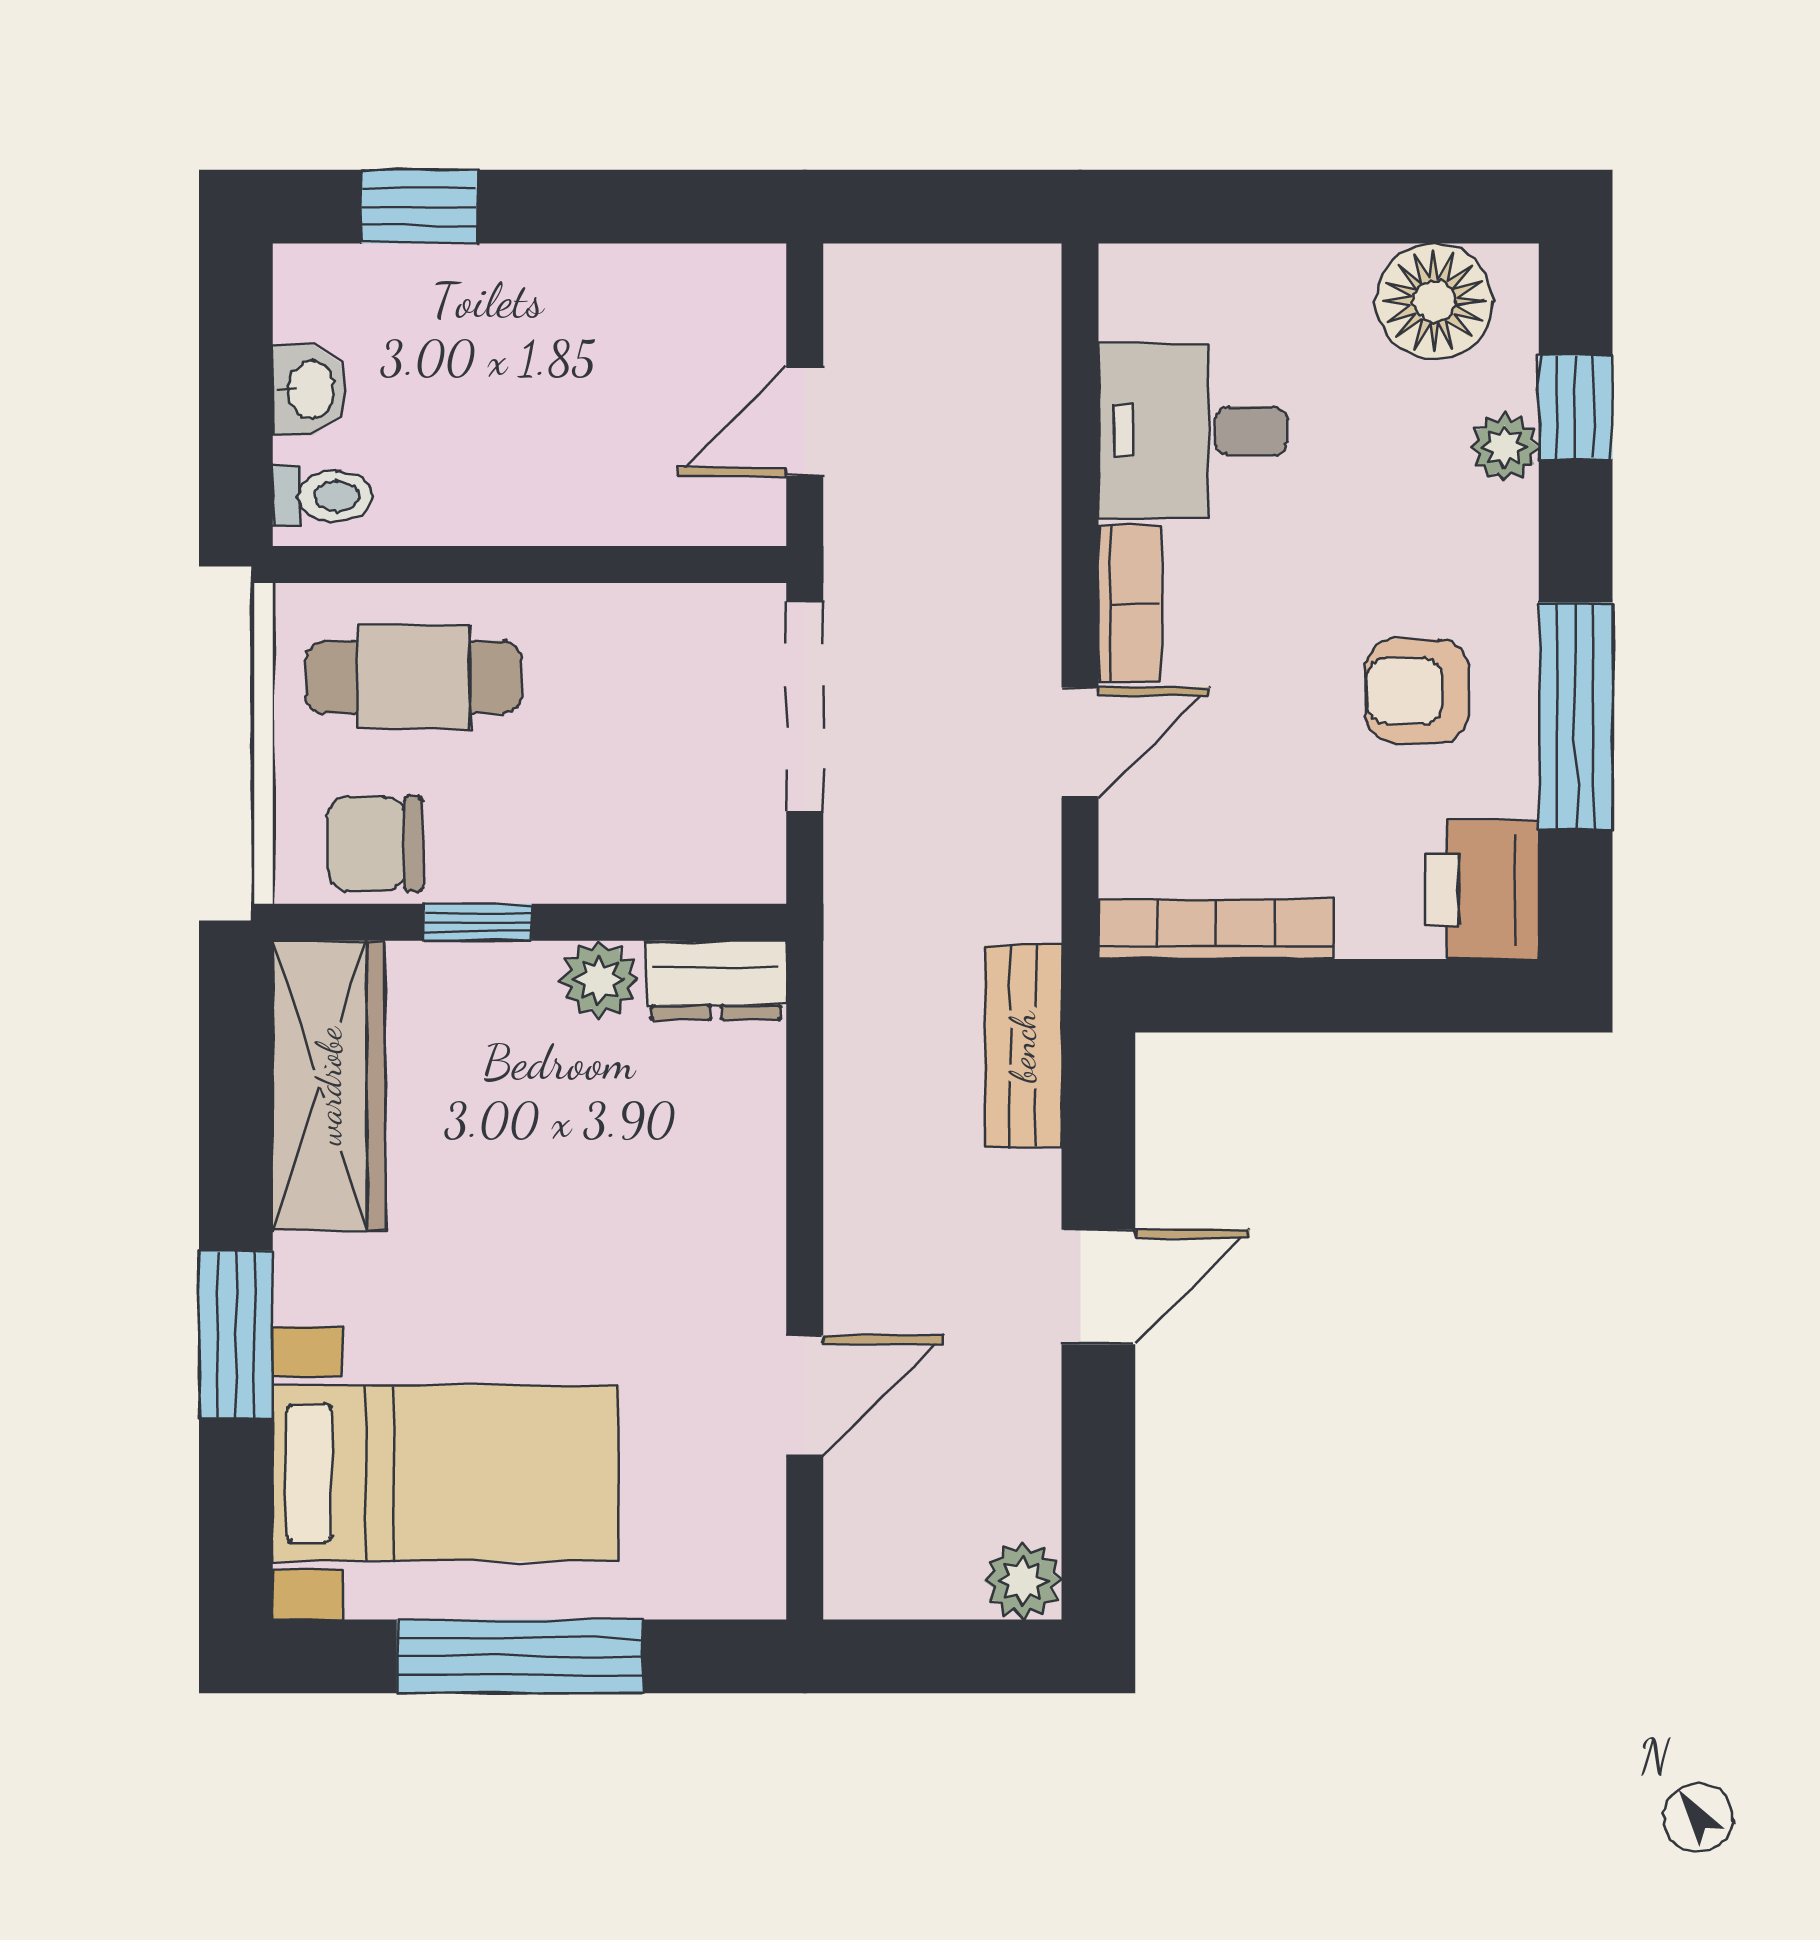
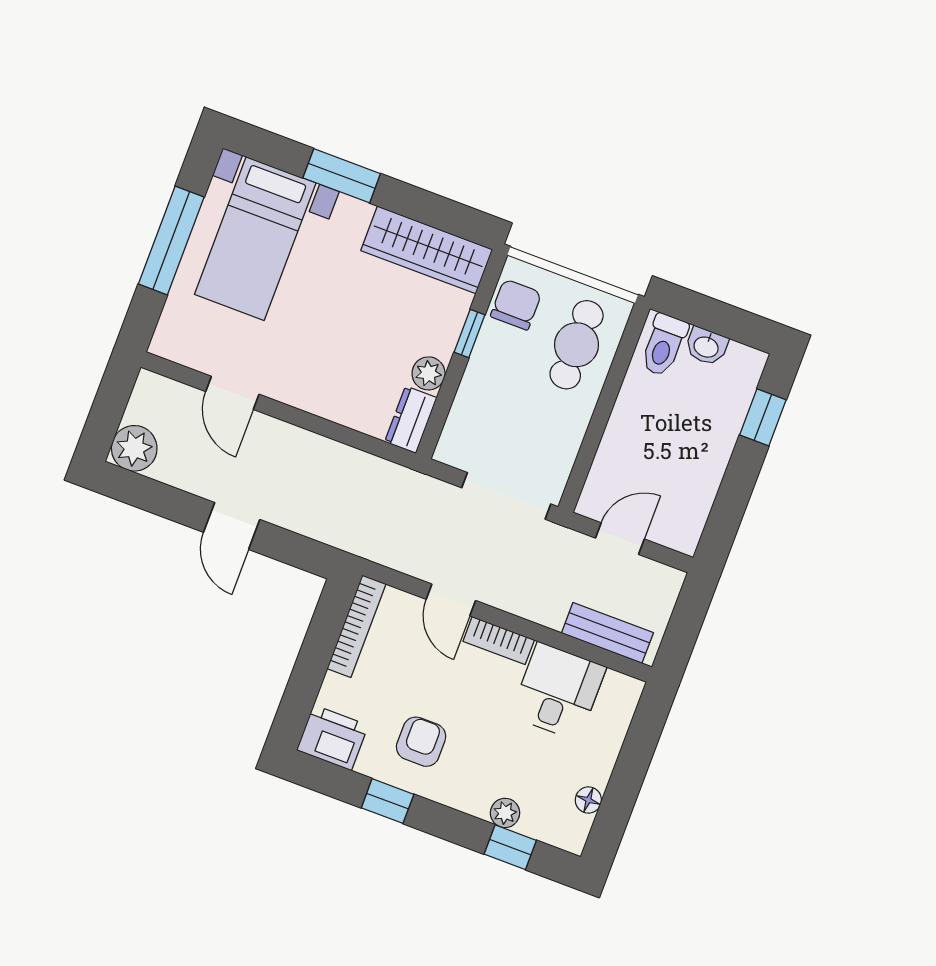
floor lamp: (1434, 301) -> (588, 800), width x0.53, depth x0.53
door: (805, 421) -> (620, 539), hinge flipped
toilet: (323, 496) -> (664, 345), width x1.37, depth x1.39
window: (1576, 716) -> (388, 801), width x0.46
bench: (1023, 1047) -> (607, 633), moved
plant: (1023, 1581) -> (134, 448), width x1.38, depth x1.38

